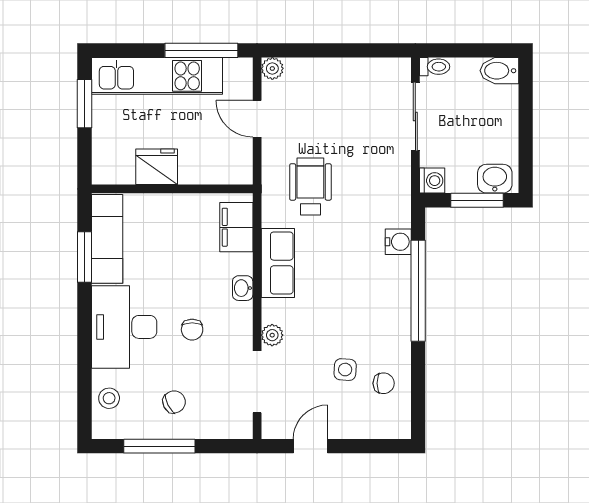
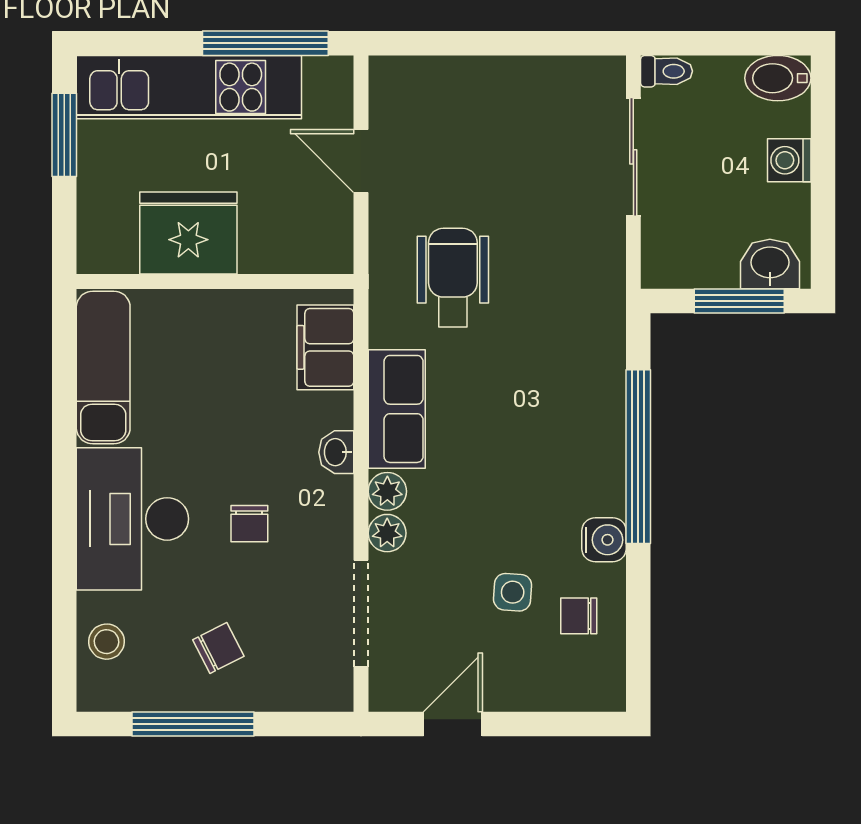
plant: (272, 68) -> (387, 491), moved
fridge: (157, 167) -> (188, 233), width x1.36, depth x1.34
washing machine: (432, 181) -> (789, 160), moved, turned 180
water cooler: (398, 242) -> (604, 540), moved
window: (85, 257) -> (64, 399), removed
chair: (384, 383) -> (579, 616), turned 180

